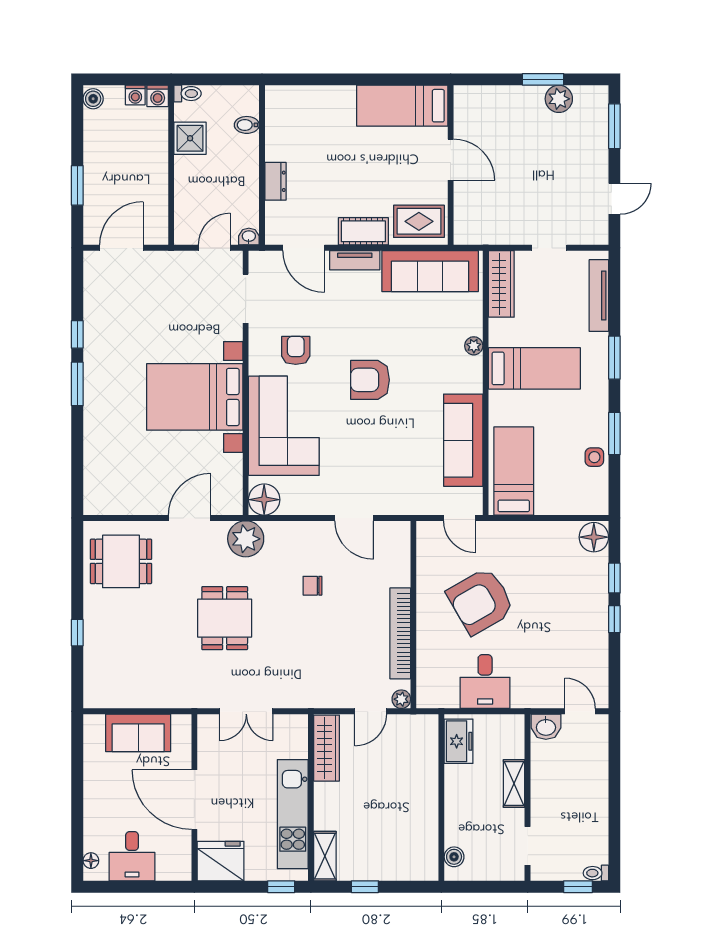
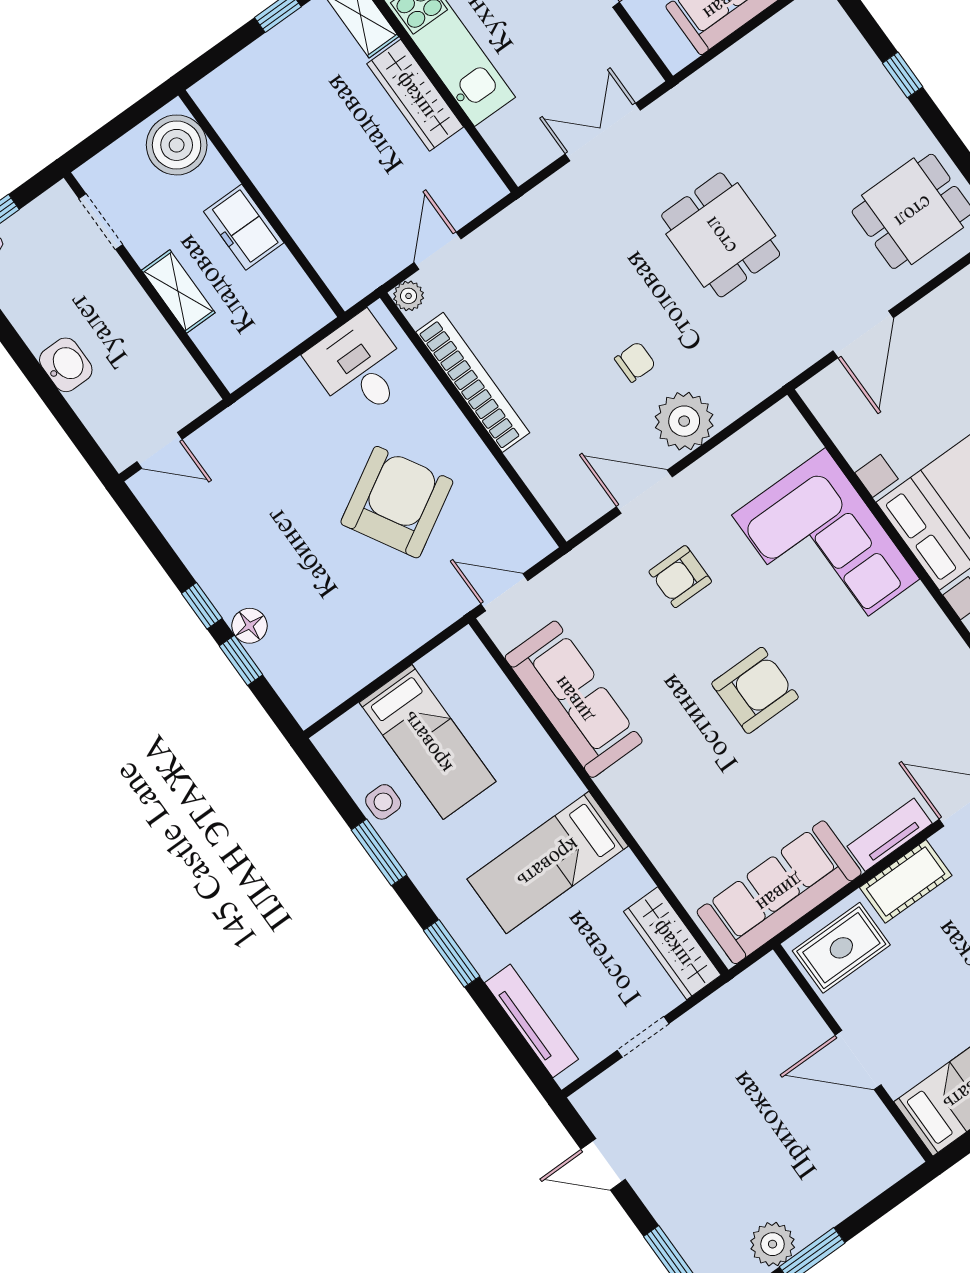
door: (614, 199) -> (603, 1164), hinge flipped
plant: (474, 346) -> (650, 835), removed
armchair: (296, 350) -> (680, 577), moved, turned 90
bed: (514, 471) -> (428, 742), moved
floor lamp: (264, 500) -> (781, 430), removed
floor lamp: (594, 537) -> (249, 626), moved, width x0.73, depth x0.73
plant: (246, 539) -> (684, 421), moved
desk: (485, 682) -> (359, 367), moved
washbasin: (546, 727) -> (66, 365), moved, turned 90
freezer: (459, 741) -> (244, 227), moved
wardrobe: (326, 748) -> (415, 95), moved
boiler: (454, 857) -> (177, 145), width x1.86, depth x1.86

